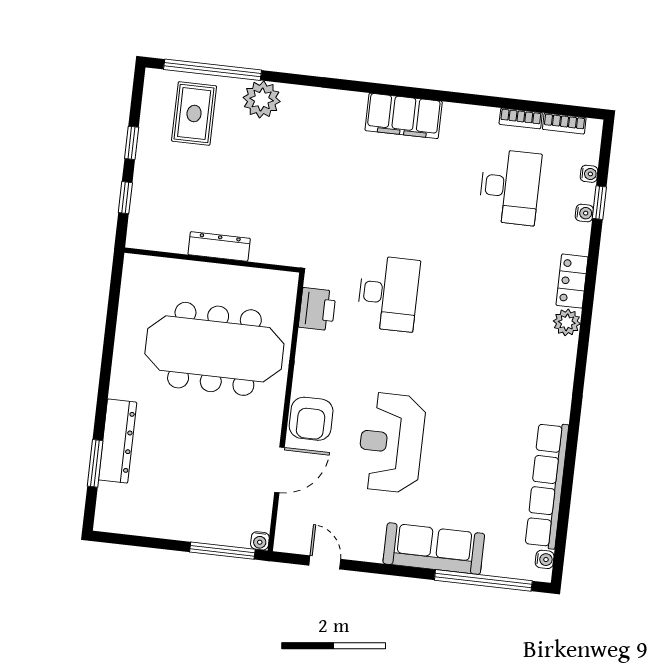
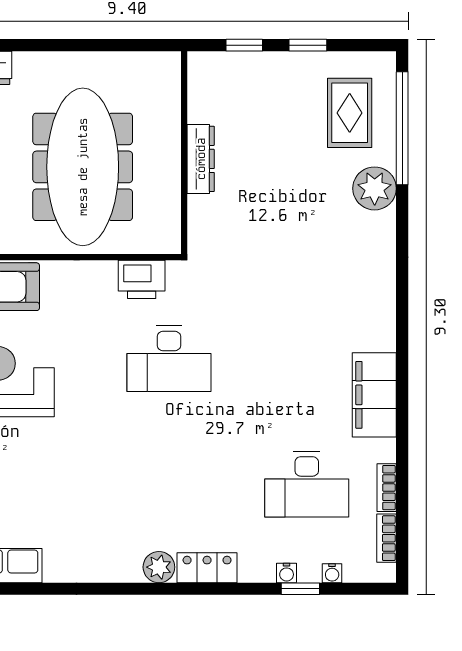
rug: (194, 114) -> (350, 113), turned 90
filing cabinet: (404, 116) -> (374, 395), moved

